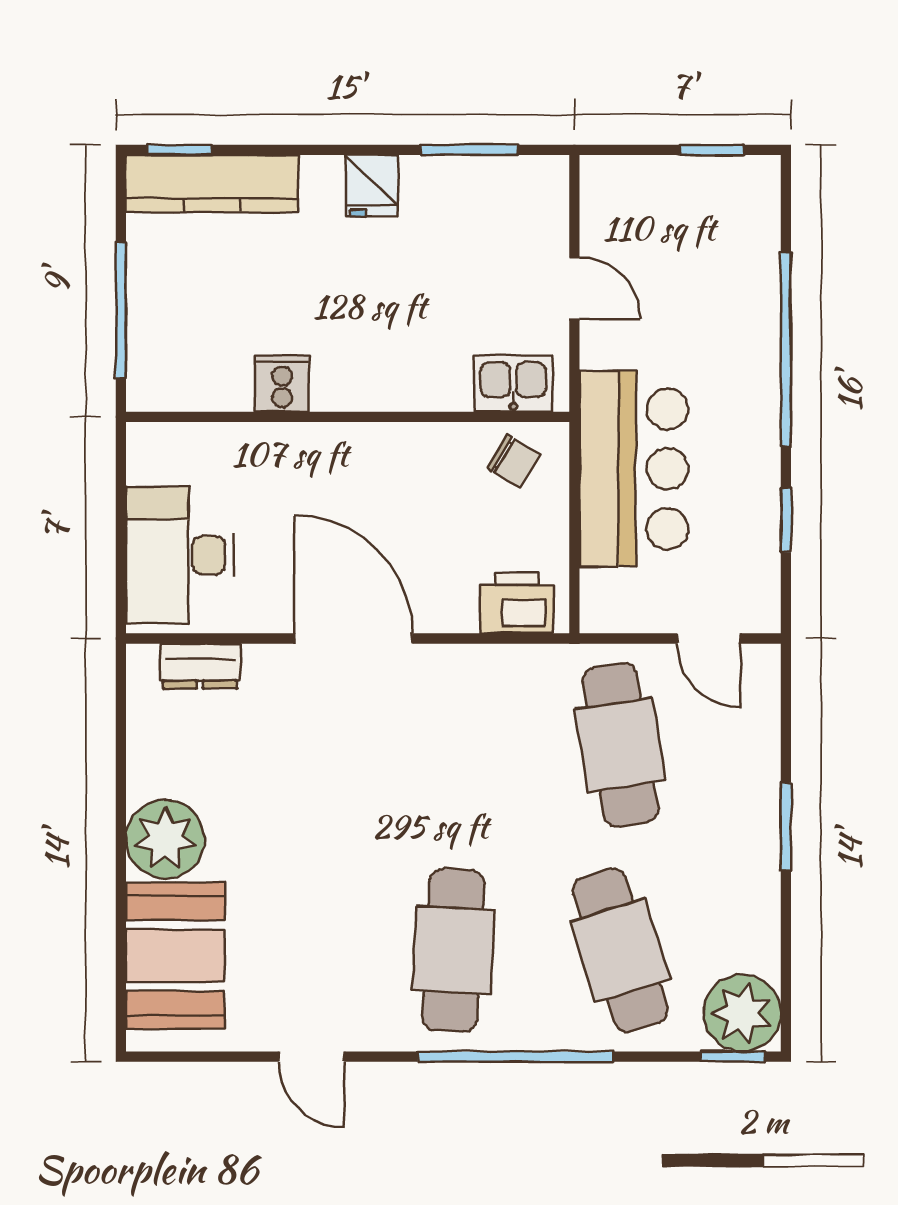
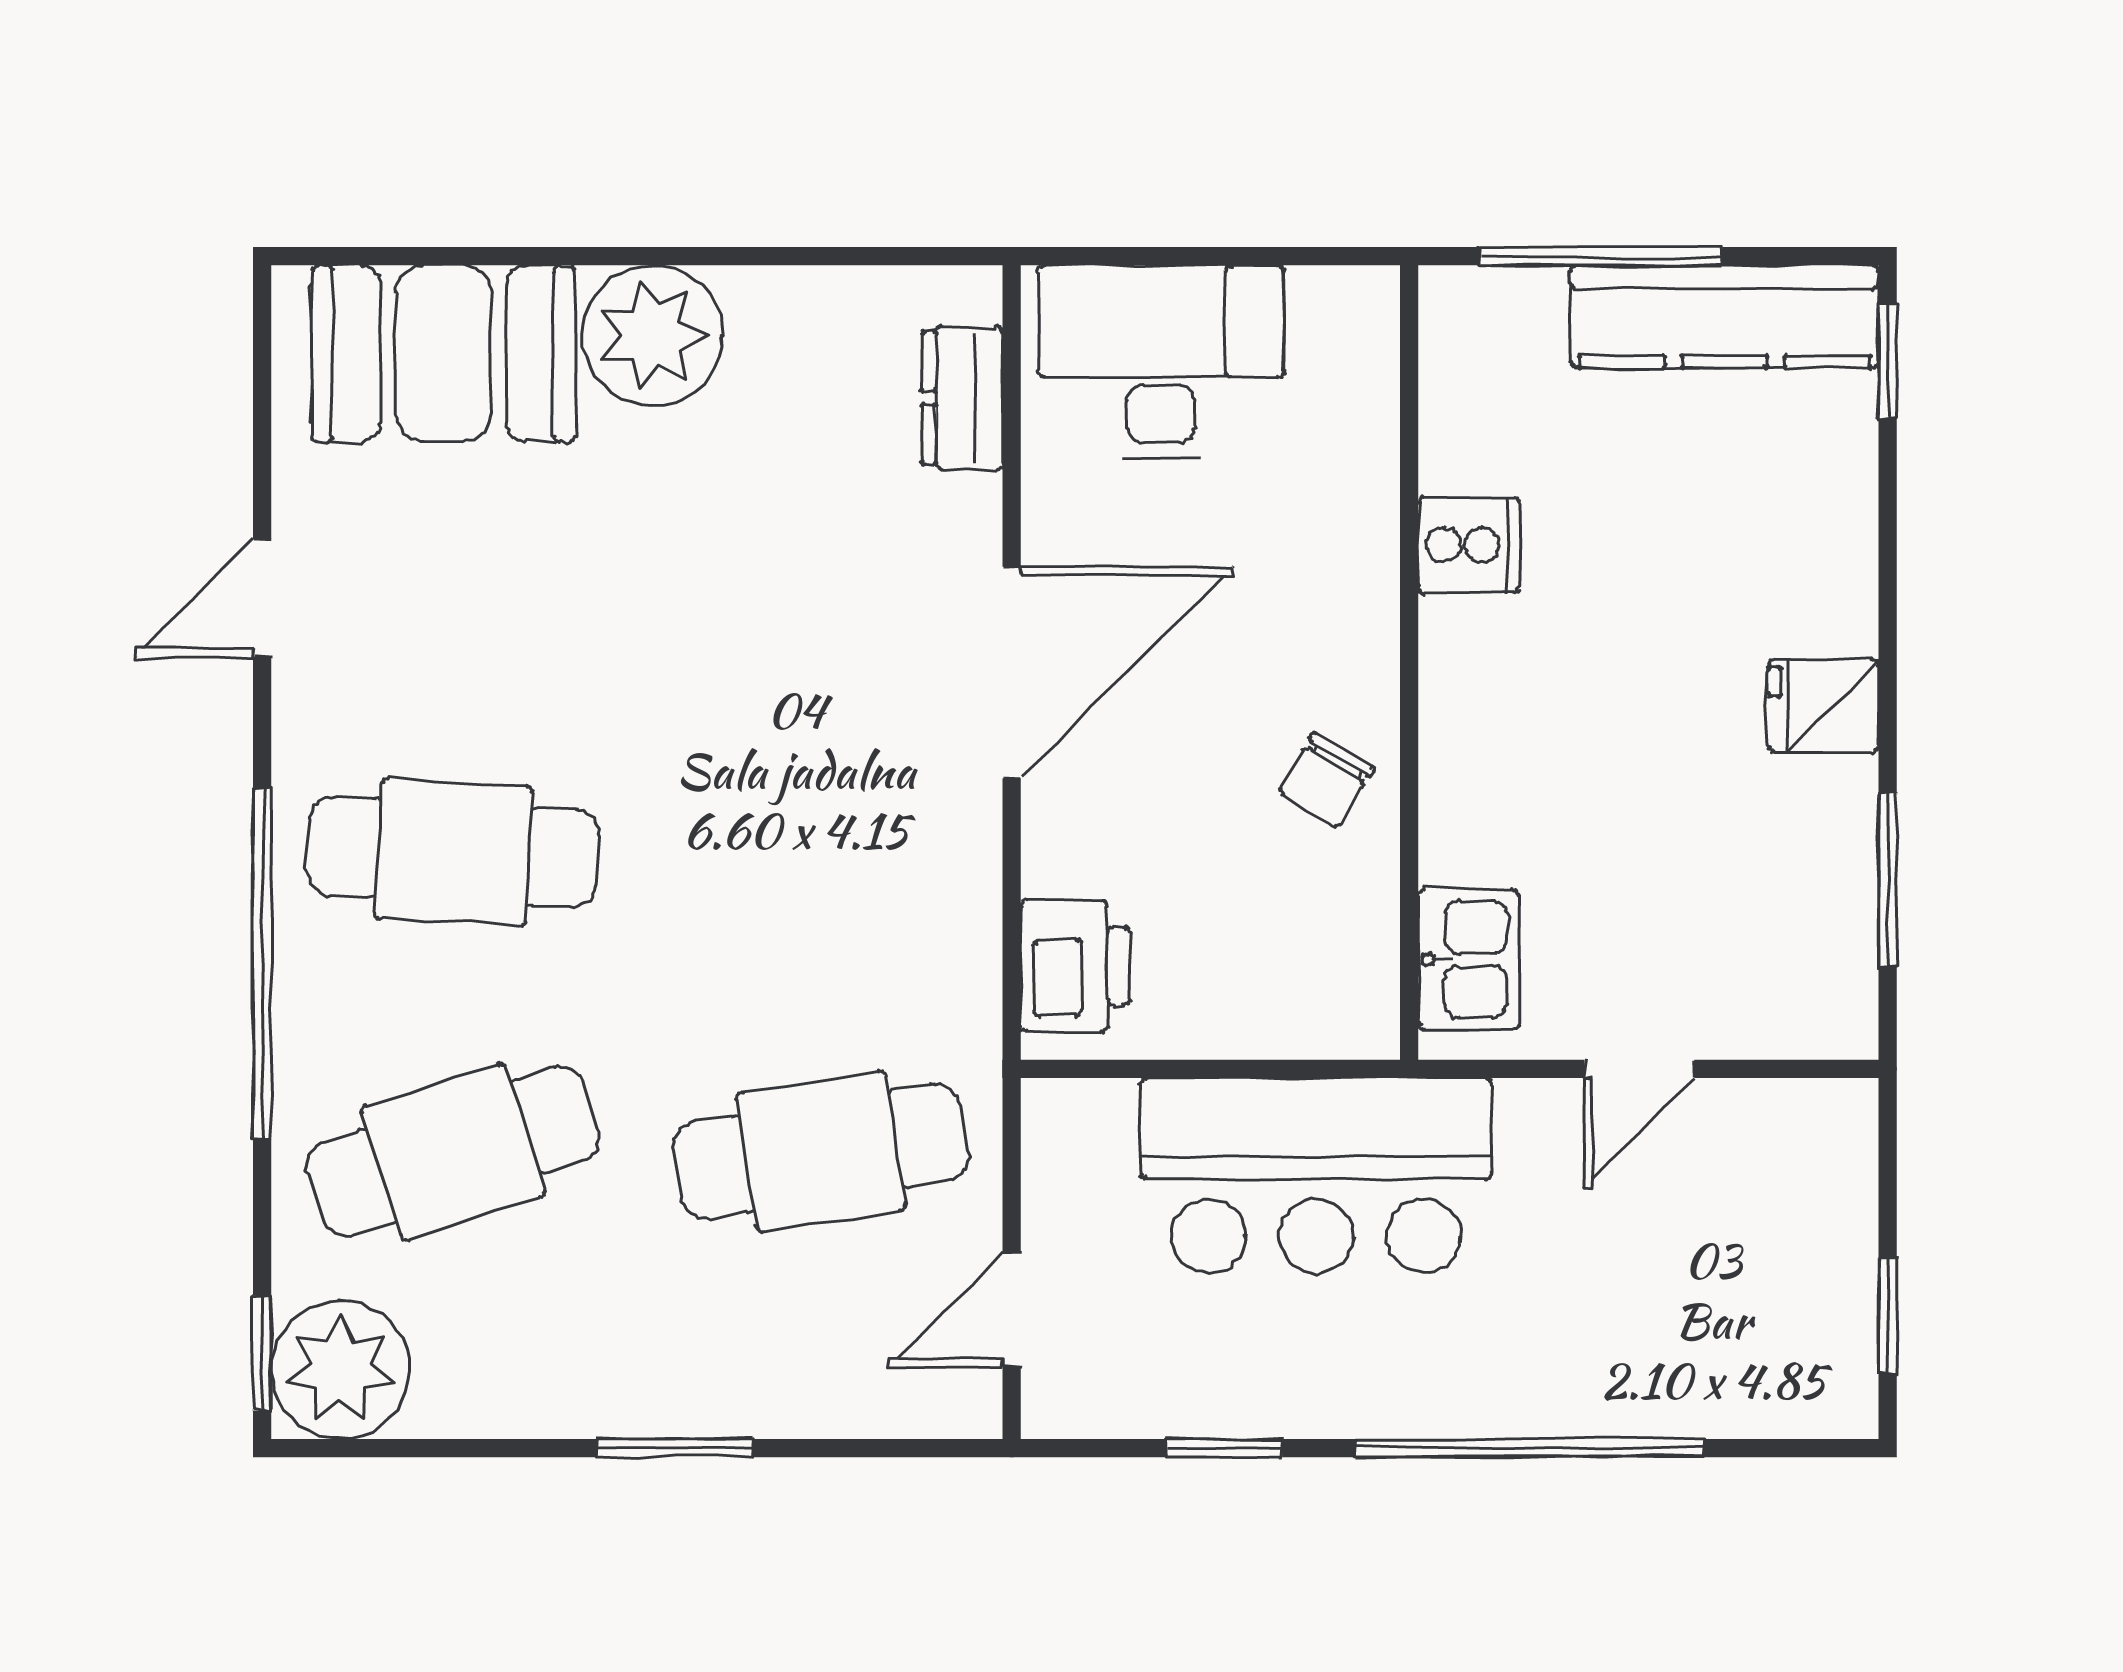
kitchen counter: (212, 184) -> (1725, 316), moved, turned -90
chair: (514, 461) -> (1326, 780), moved

